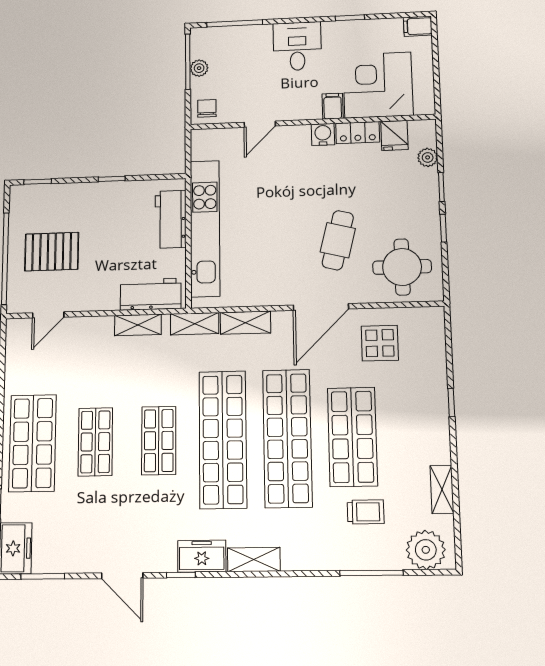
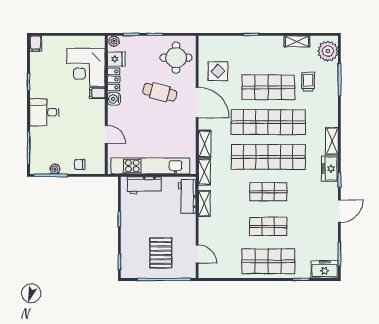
corner desk: (378, 85) -> (86, 67), moved
filing cabinet: (333, 106) -> (97, 93), moved
wall: (312, 122) -> (106, 105), moved
door: (260, 124) -> (106, 134), moved
locker: (358, 133) -> (114, 79), moved
water cooler: (323, 134) -> (114, 99), moved
fridge: (394, 135) -> (116, 59), moved

